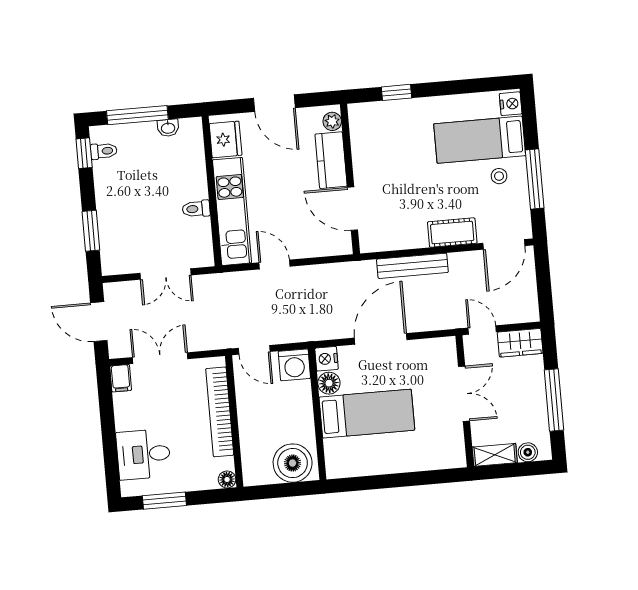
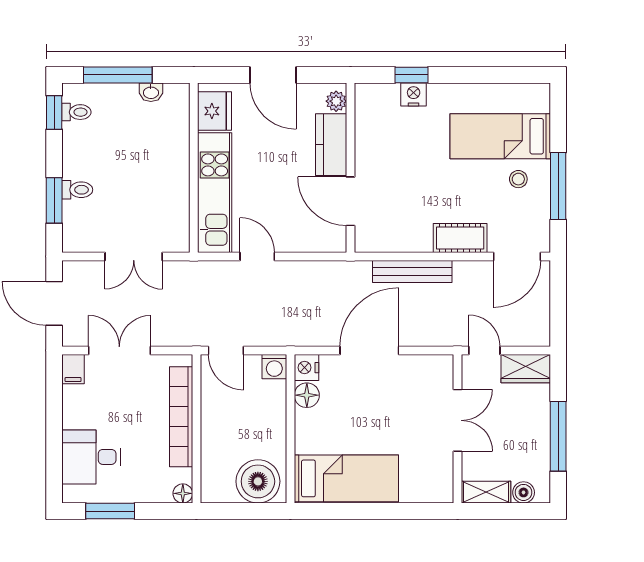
nightstand: (511, 104) -> (414, 94), moved, turned -90
toilet: (196, 209) -> (77, 190), moved, turned 180
washing machine: (294, 365) -> (274, 367), width x0.73, depth x0.73
bed: (367, 414) -> (346, 478), moved

